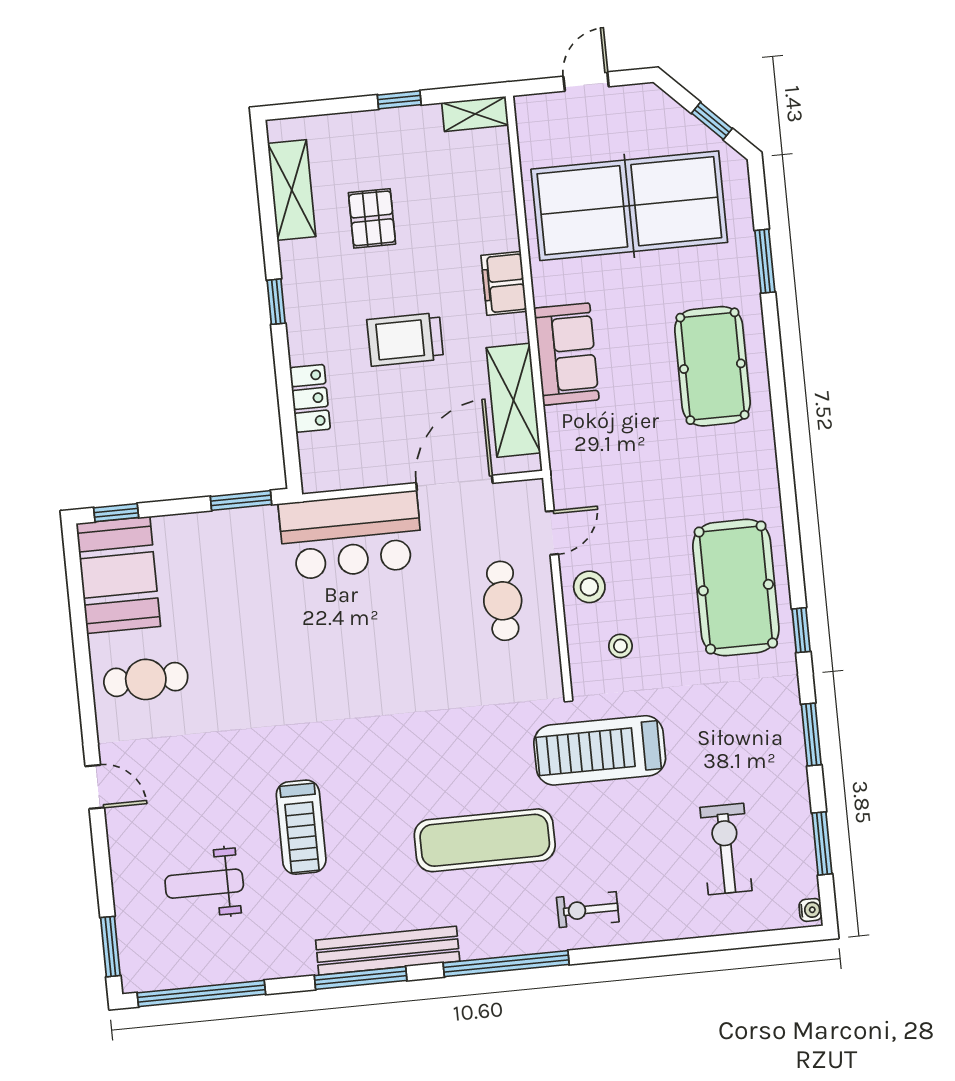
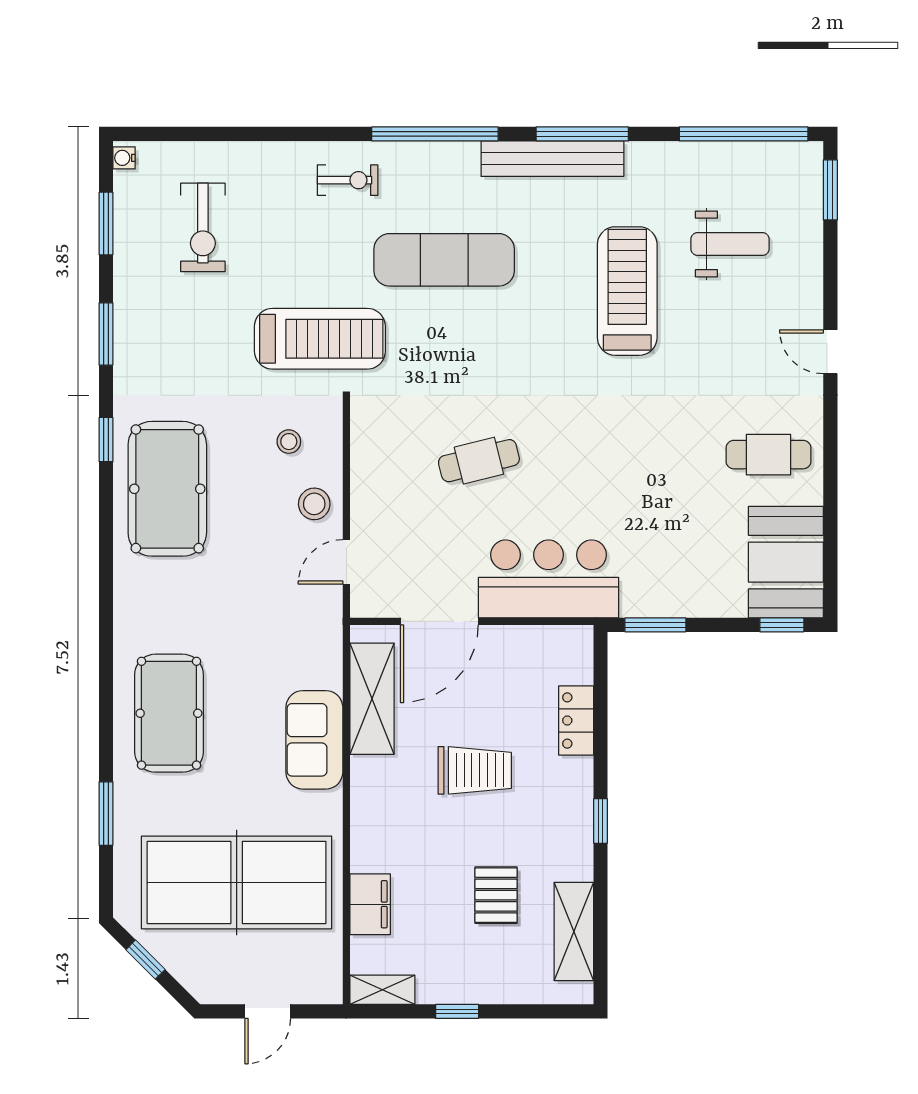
filing cabinet: (504, 283) -> (370, 904), moved
cafe table: (503, 601) -> (479, 461), moved, turned 76
treadmill: (301, 827) -> (627, 291), width x1.37, depth x1.38

